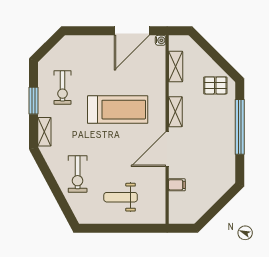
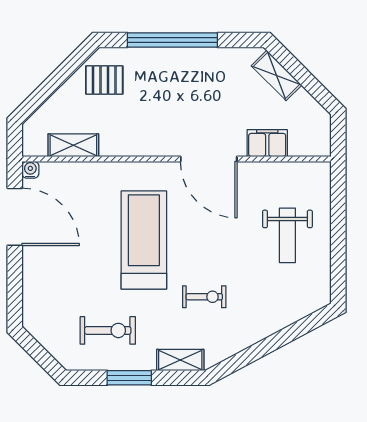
pallet: (215, 85) -> (104, 80), turned 90
shelving: (175, 112) -> (277, 75), moved, turned 45
exercise bike: (78, 174) -> (204, 297), moved, width x0.73, depth x0.72
filing cabinet: (177, 185) -> (267, 143), width x2.00

